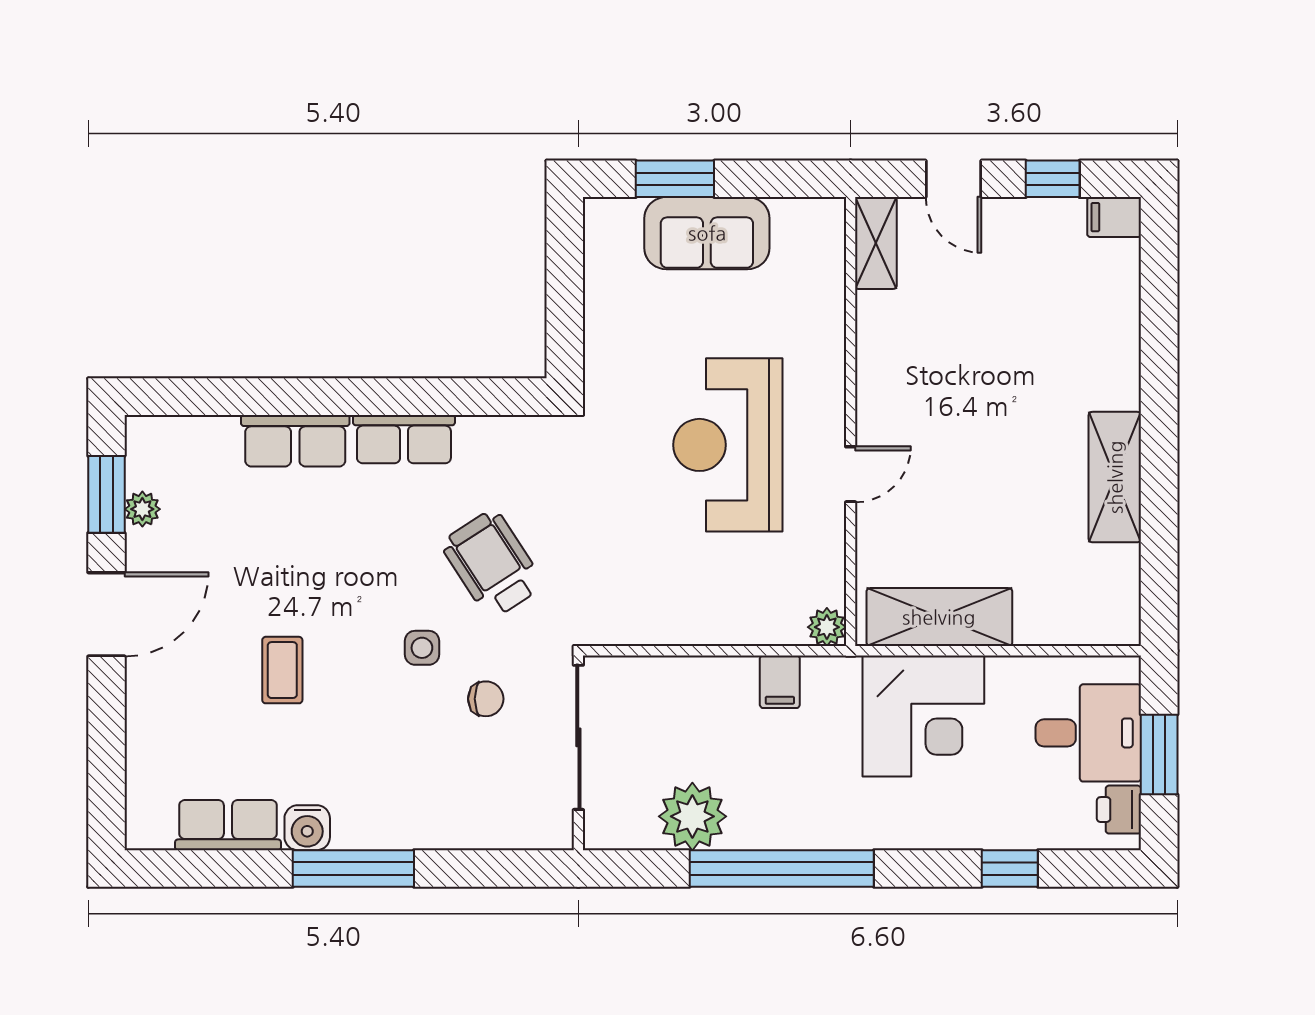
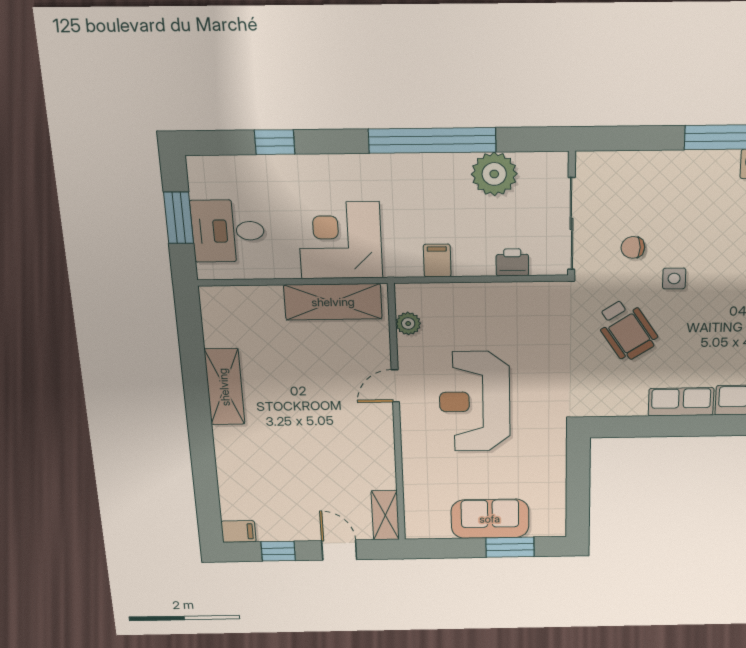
reception desk: (728, 445) -> (475, 402), turned 180
plant: (827, 627) -> (408, 324), moved
printer: (1119, 810) -> (512, 262), moved, turned -90

